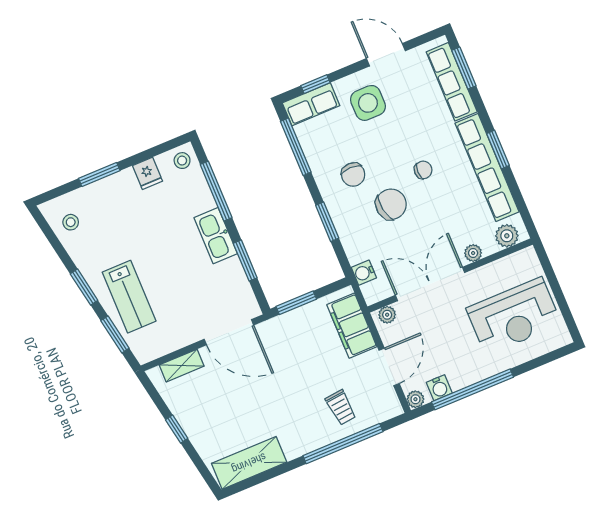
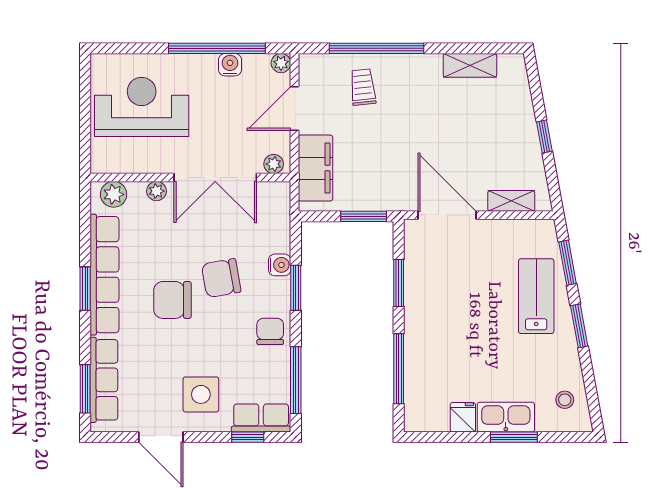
stool: (182, 161) -> (421, 416), removed
chair: (423, 170) -> (172, 300), width x1.87, depth x1.87
chair: (353, 175) -> (270, 331), moved
kitchen sink: (216, 236) -> (506, 417), moved, turned -90
water cooler: (364, 273) -> (280, 265), moved
water cooler: (439, 388) -> (230, 65), moved
shelving: (249, 463) -> (470, 65), width x0.67, depth x0.75

